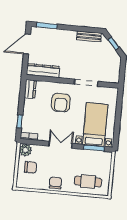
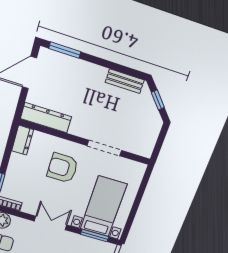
armchair: (61, 102) -> (63, 168), turned 90

